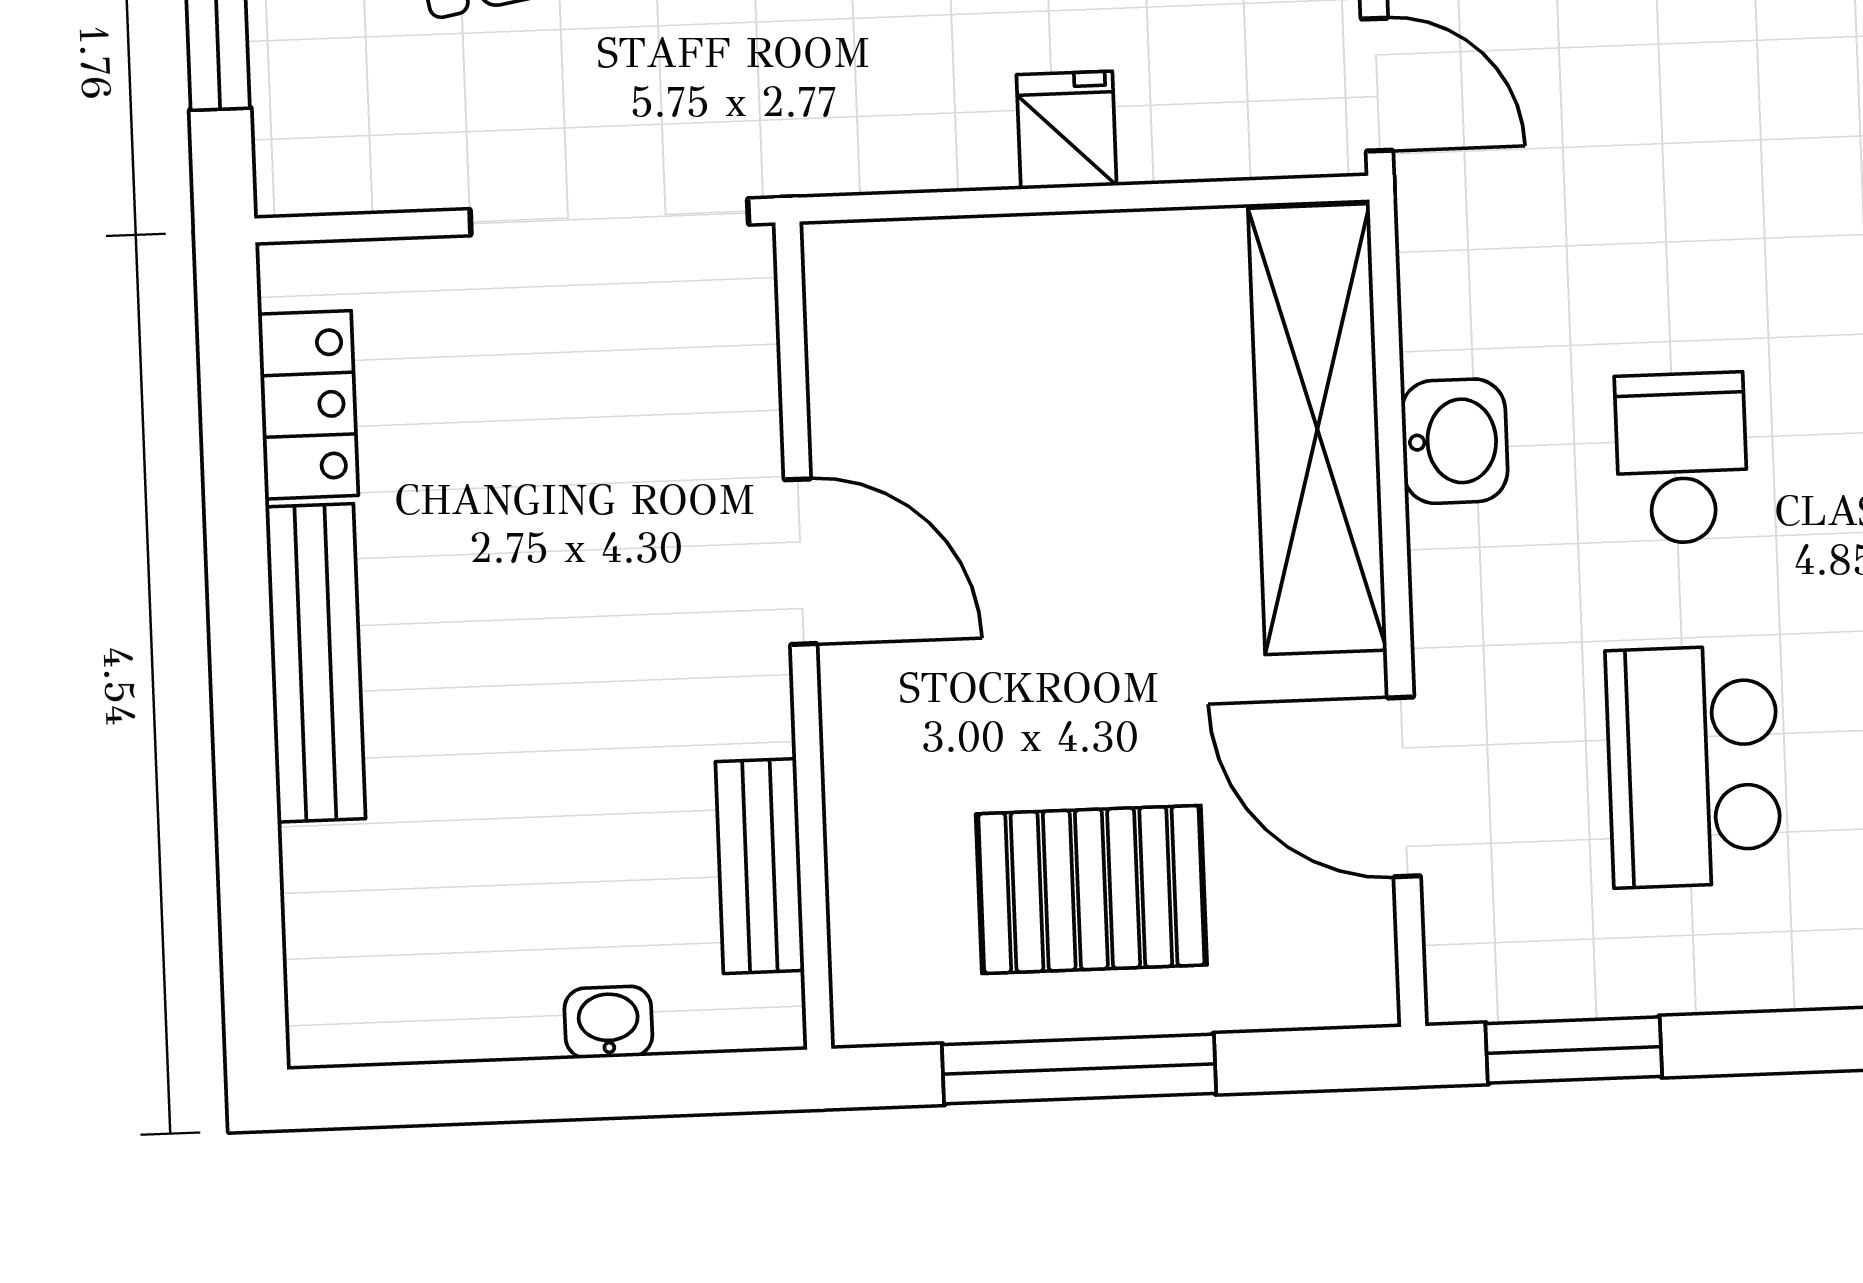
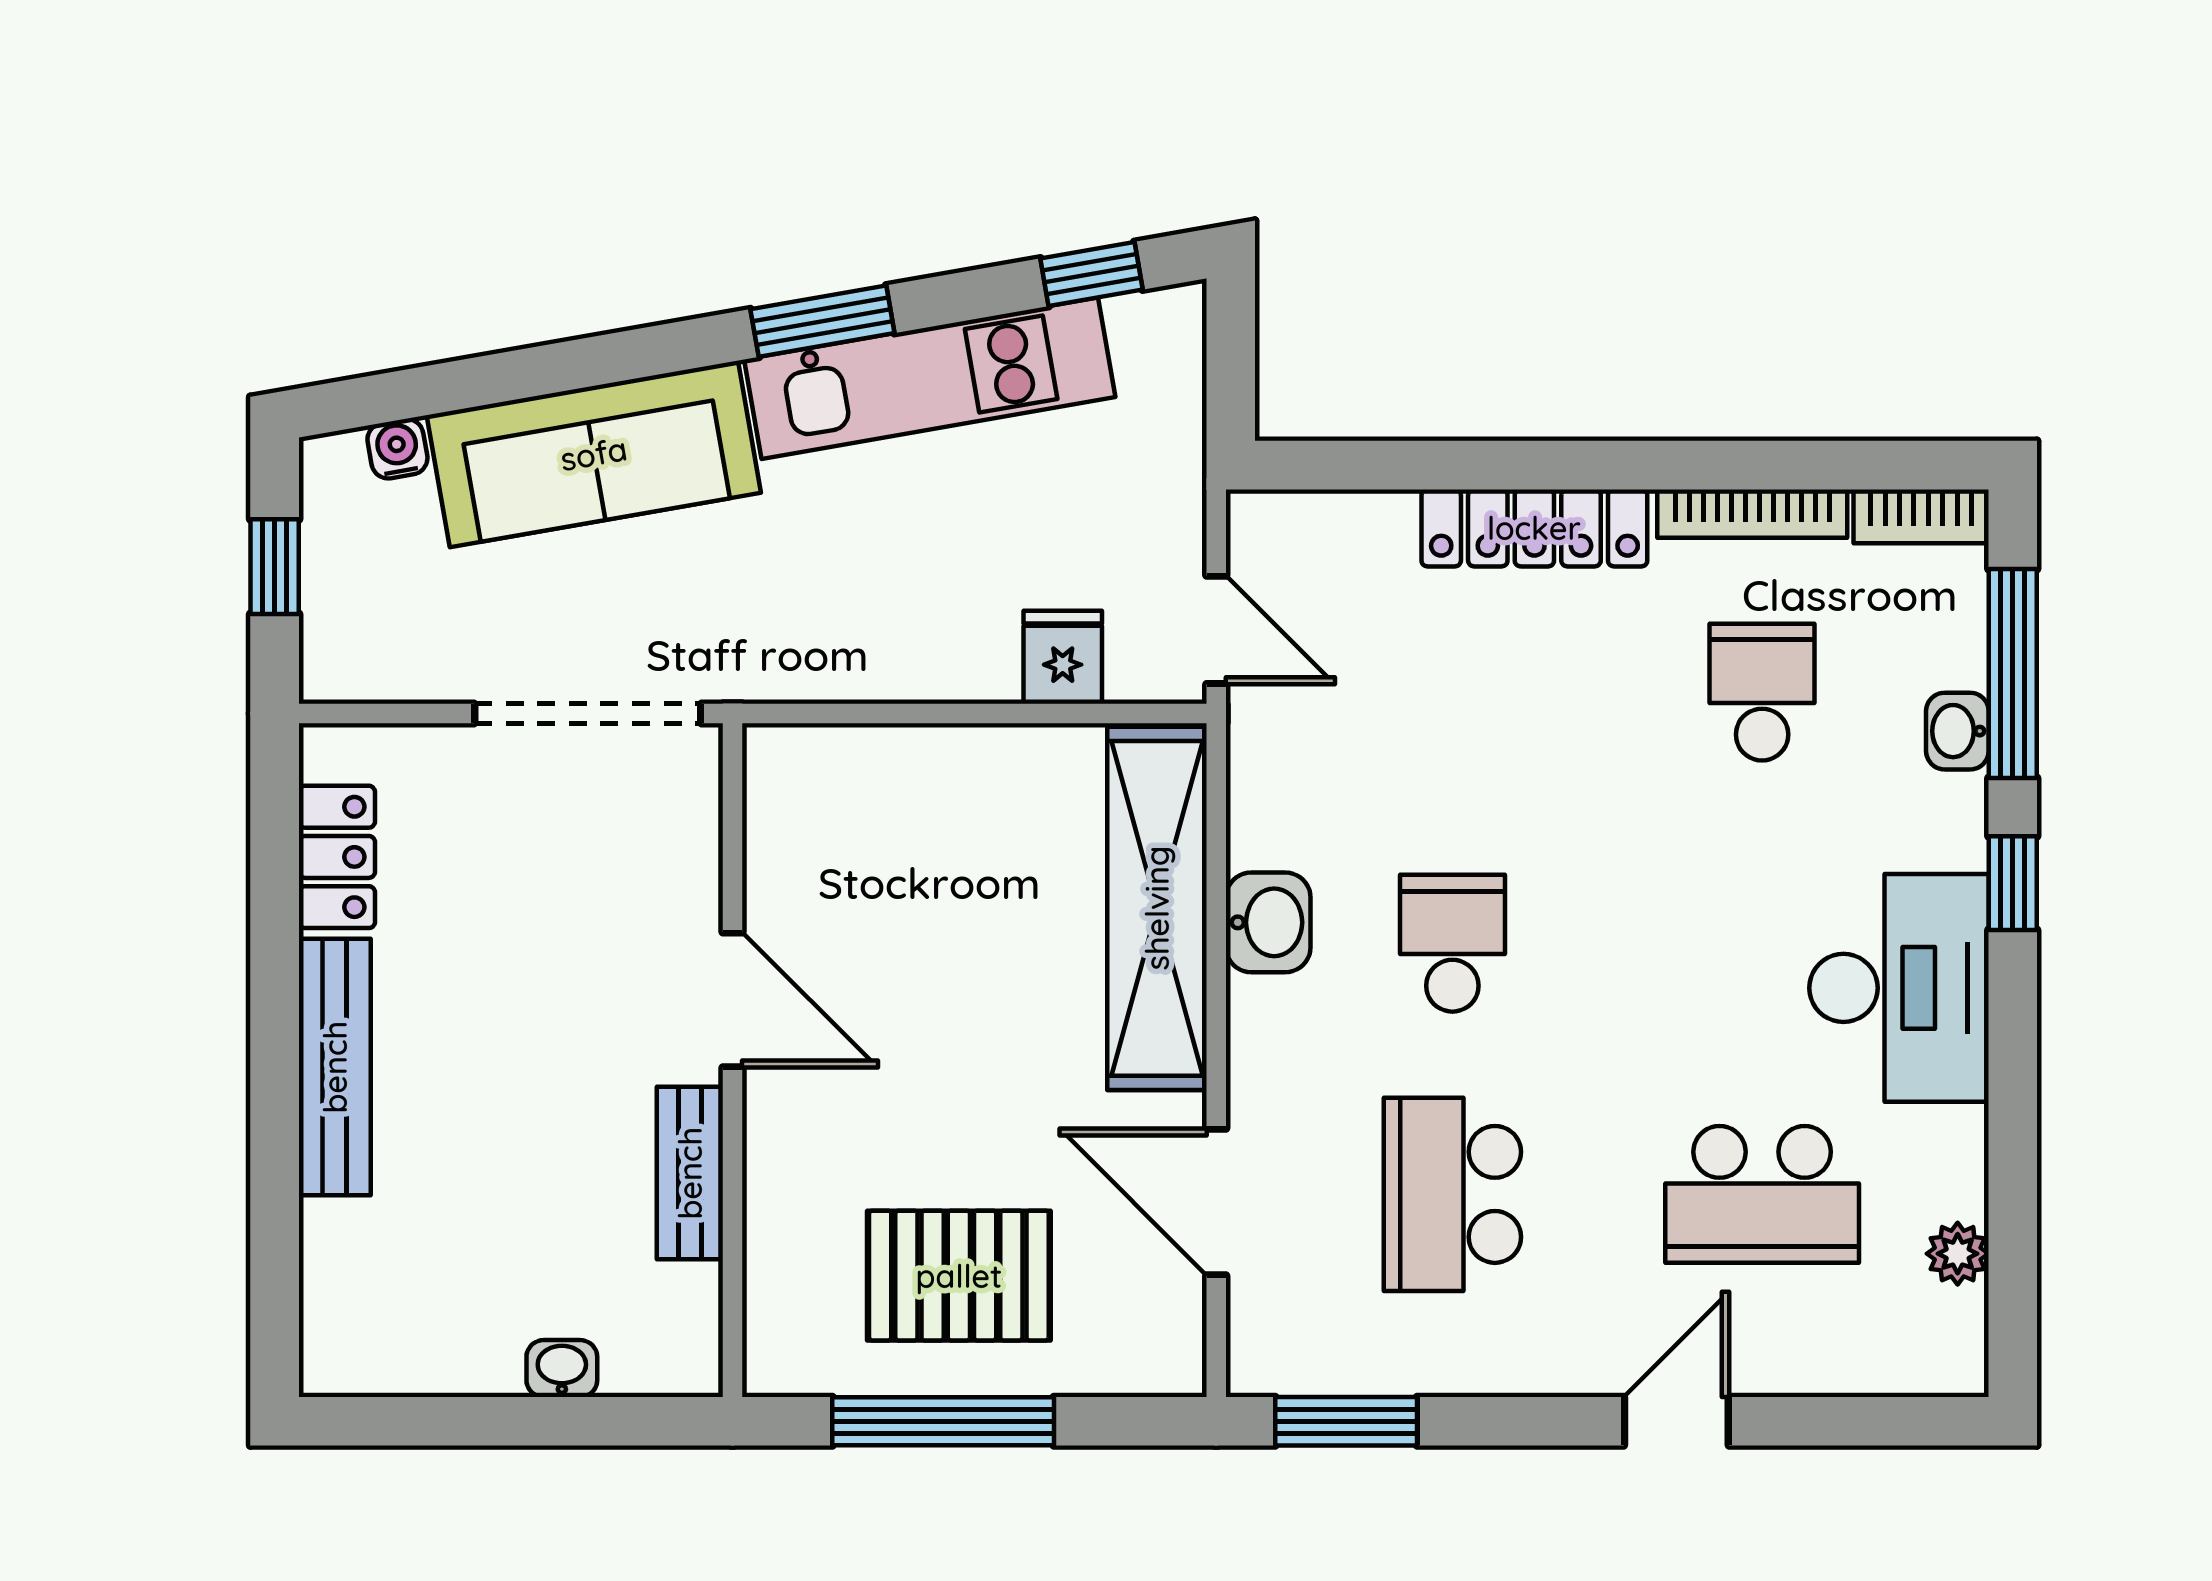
fridge: (1067, 130) -> (1063, 657), moved
bench: (760, 866) -> (690, 1173), moved

